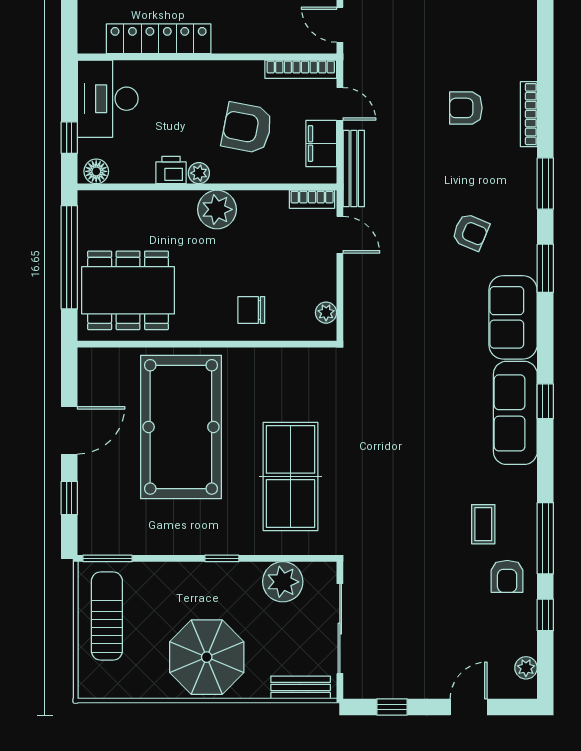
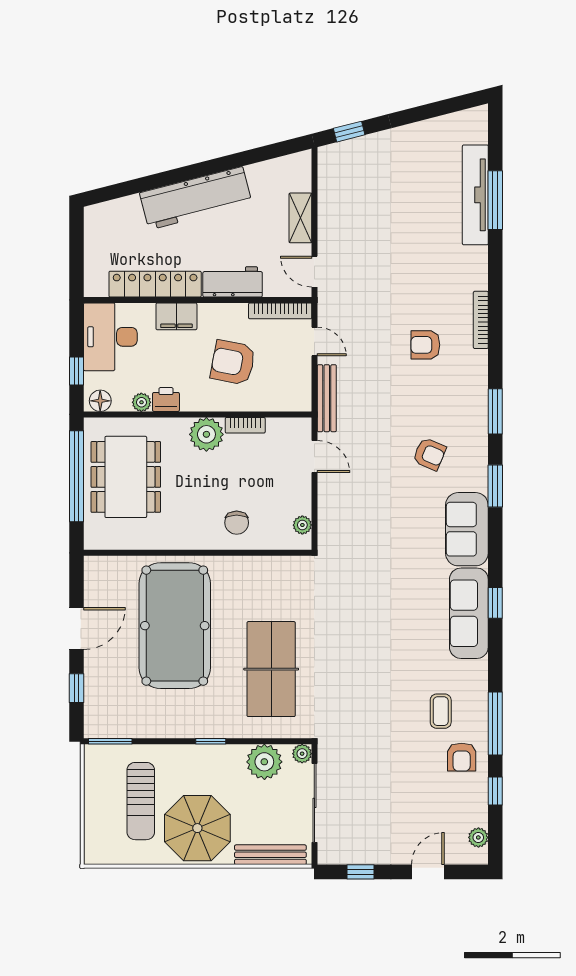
workbench: (247, 36) -> (233, 282), added
bookcase: (529, 114) -> (481, 320), moved
filing cabinet: (321, 143) -> (176, 316), moved, turned -90
plant: (199, 173) -> (141, 402), moved
bookcase: (312, 199) -> (245, 425), moved
dining table: (128, 290) -> (126, 477), moved, turned 90
chair: (251, 310) -> (237, 523), turned -90
plant: (326, 573) -> (302, 754), added
sun lounger: (107, 616) -> (141, 801), moved, turned 180
bench: (301, 687) -> (270, 855), width x1.36

